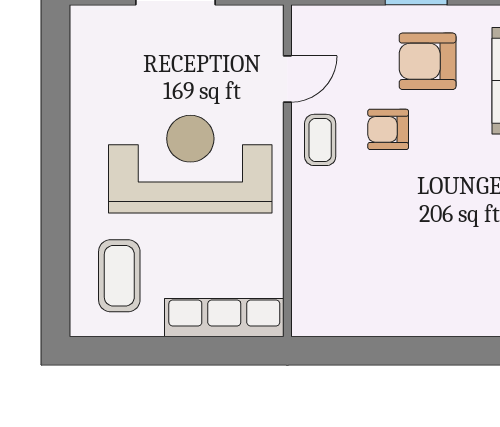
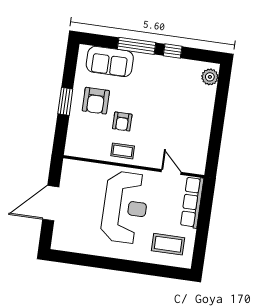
door: (287, 79) -> (171, 172), moved
reception desk: (190, 164) -> (125, 207), turned 180

